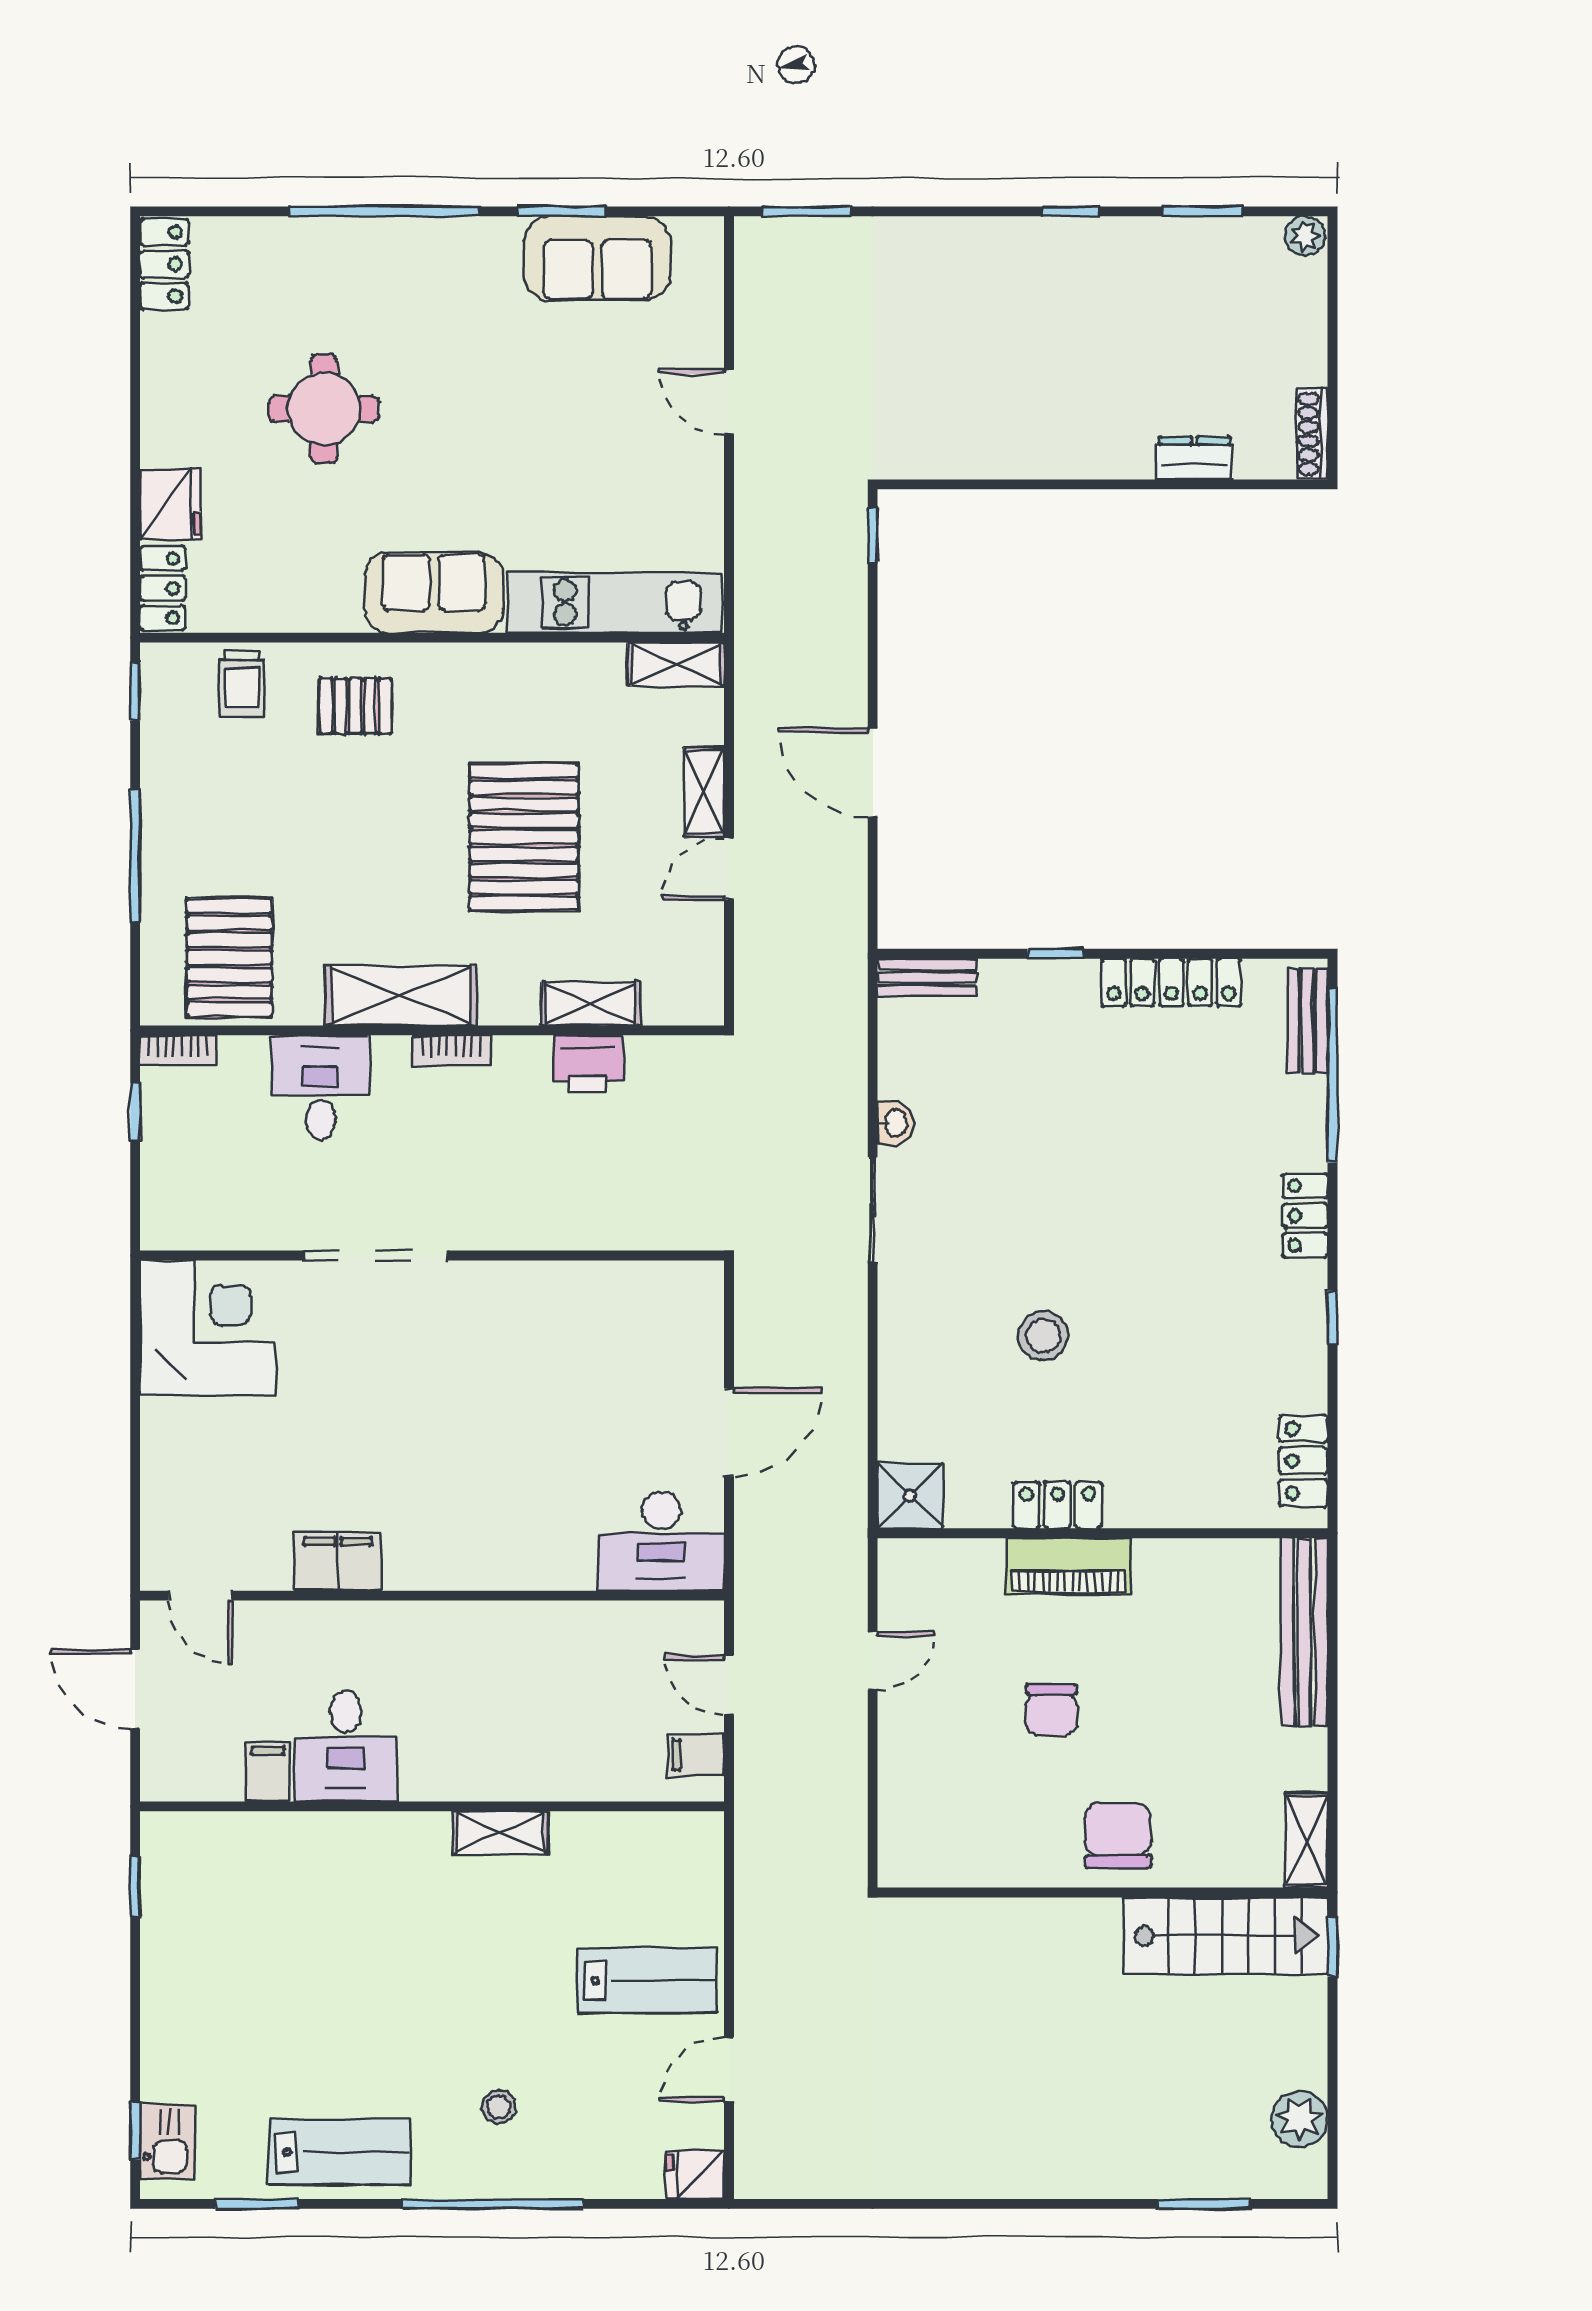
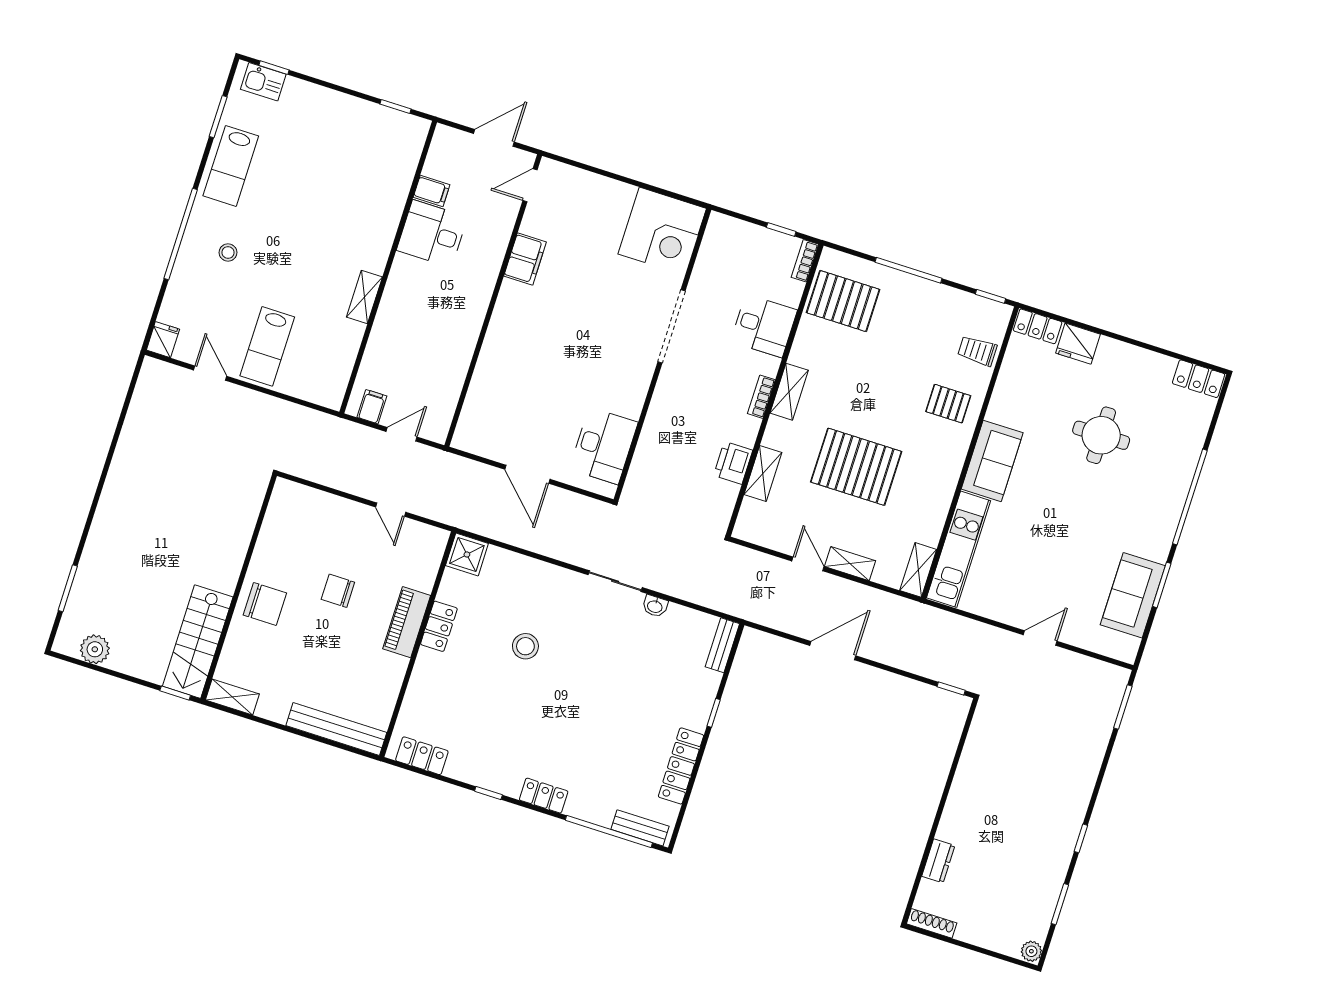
pallet: (355, 706) -> (948, 404), turned 90
shelving: (401, 995) -> (789, 392), width x0.67, depth x0.75
desk: (661, 1541) -> (604, 446), moved, turned 180

